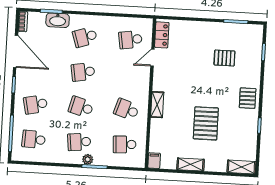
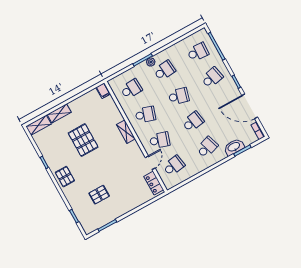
school desk: (128, 75) -> (160, 140), added
shelving: (191, 164) -> (59, 113), moved

